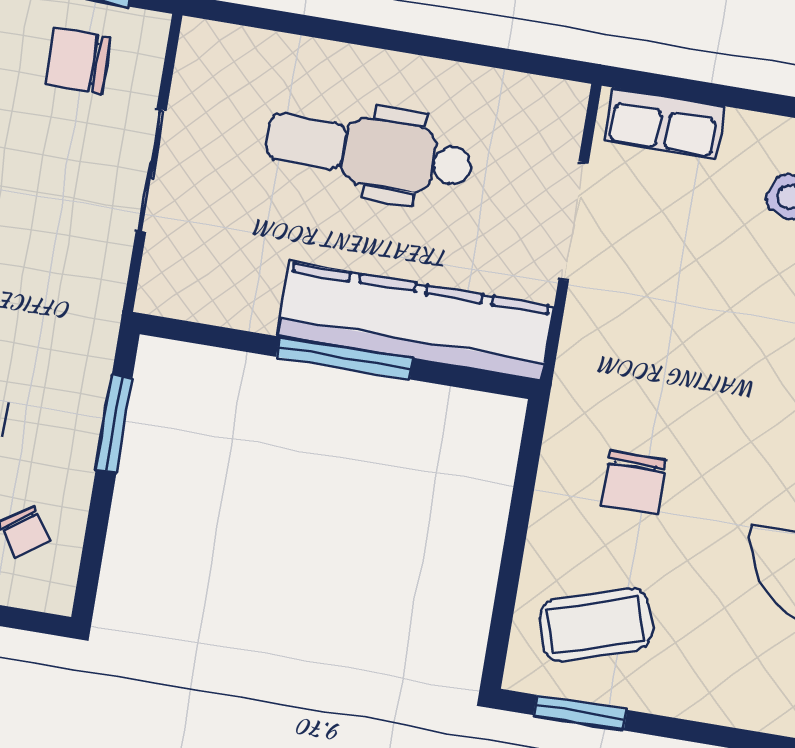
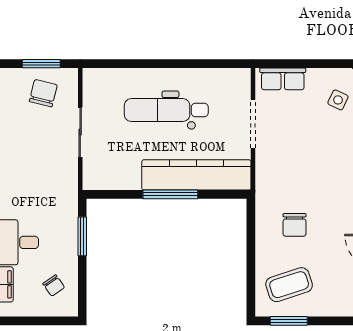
chair: (78, 61) -> (43, 93), turned 104

